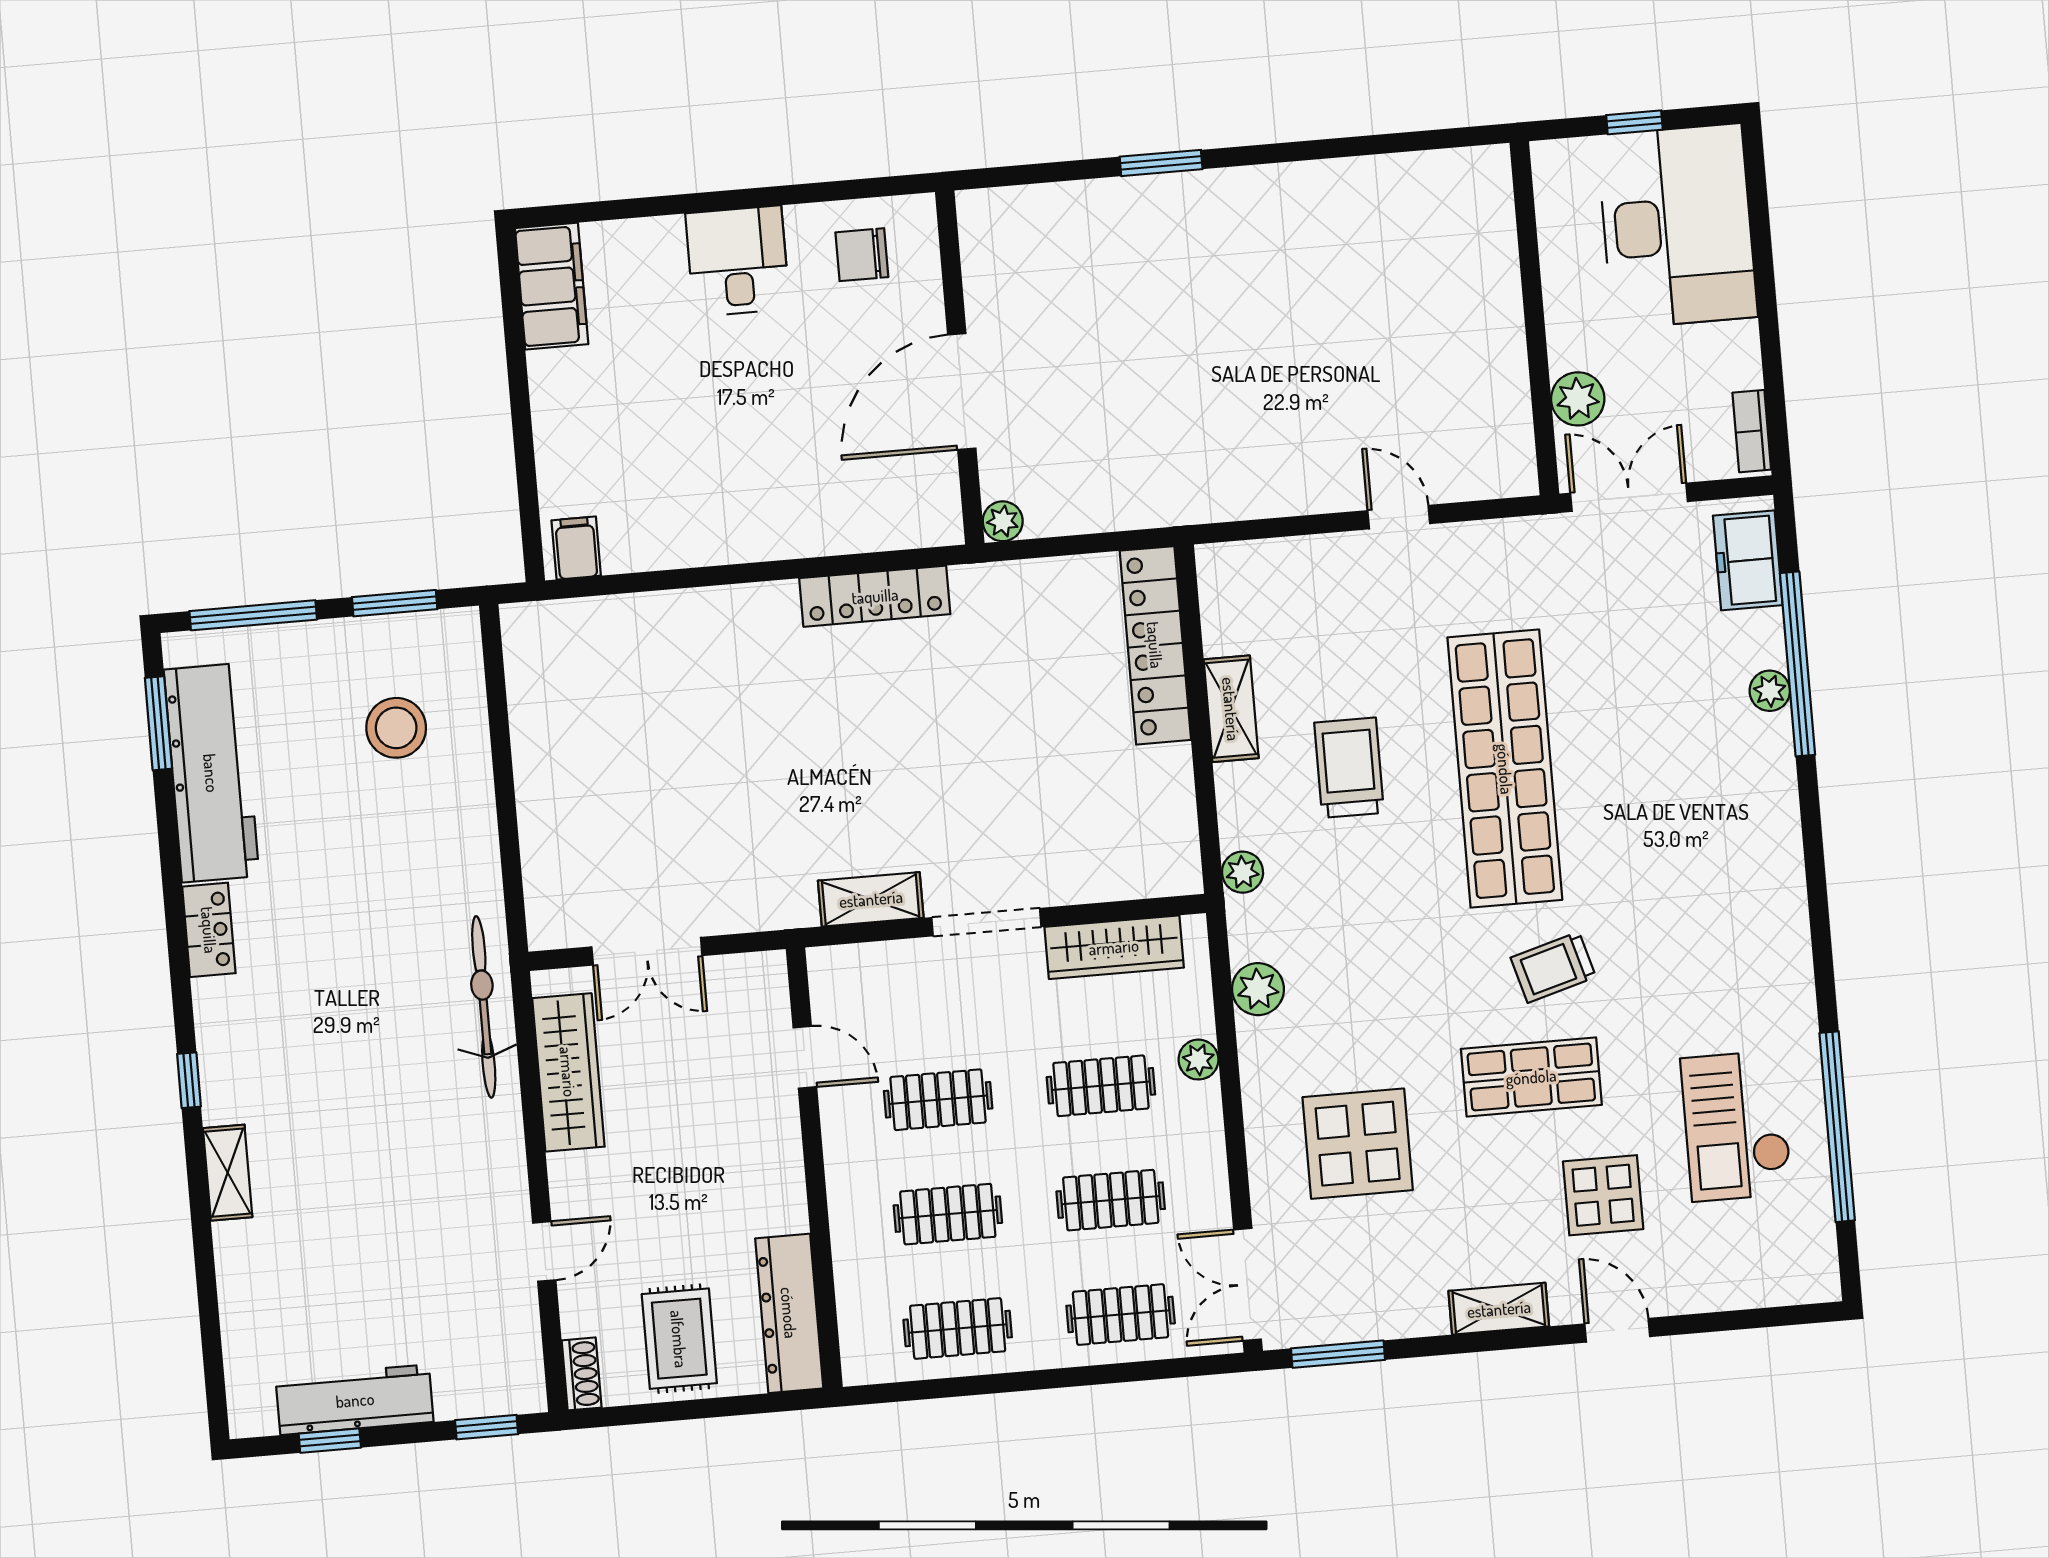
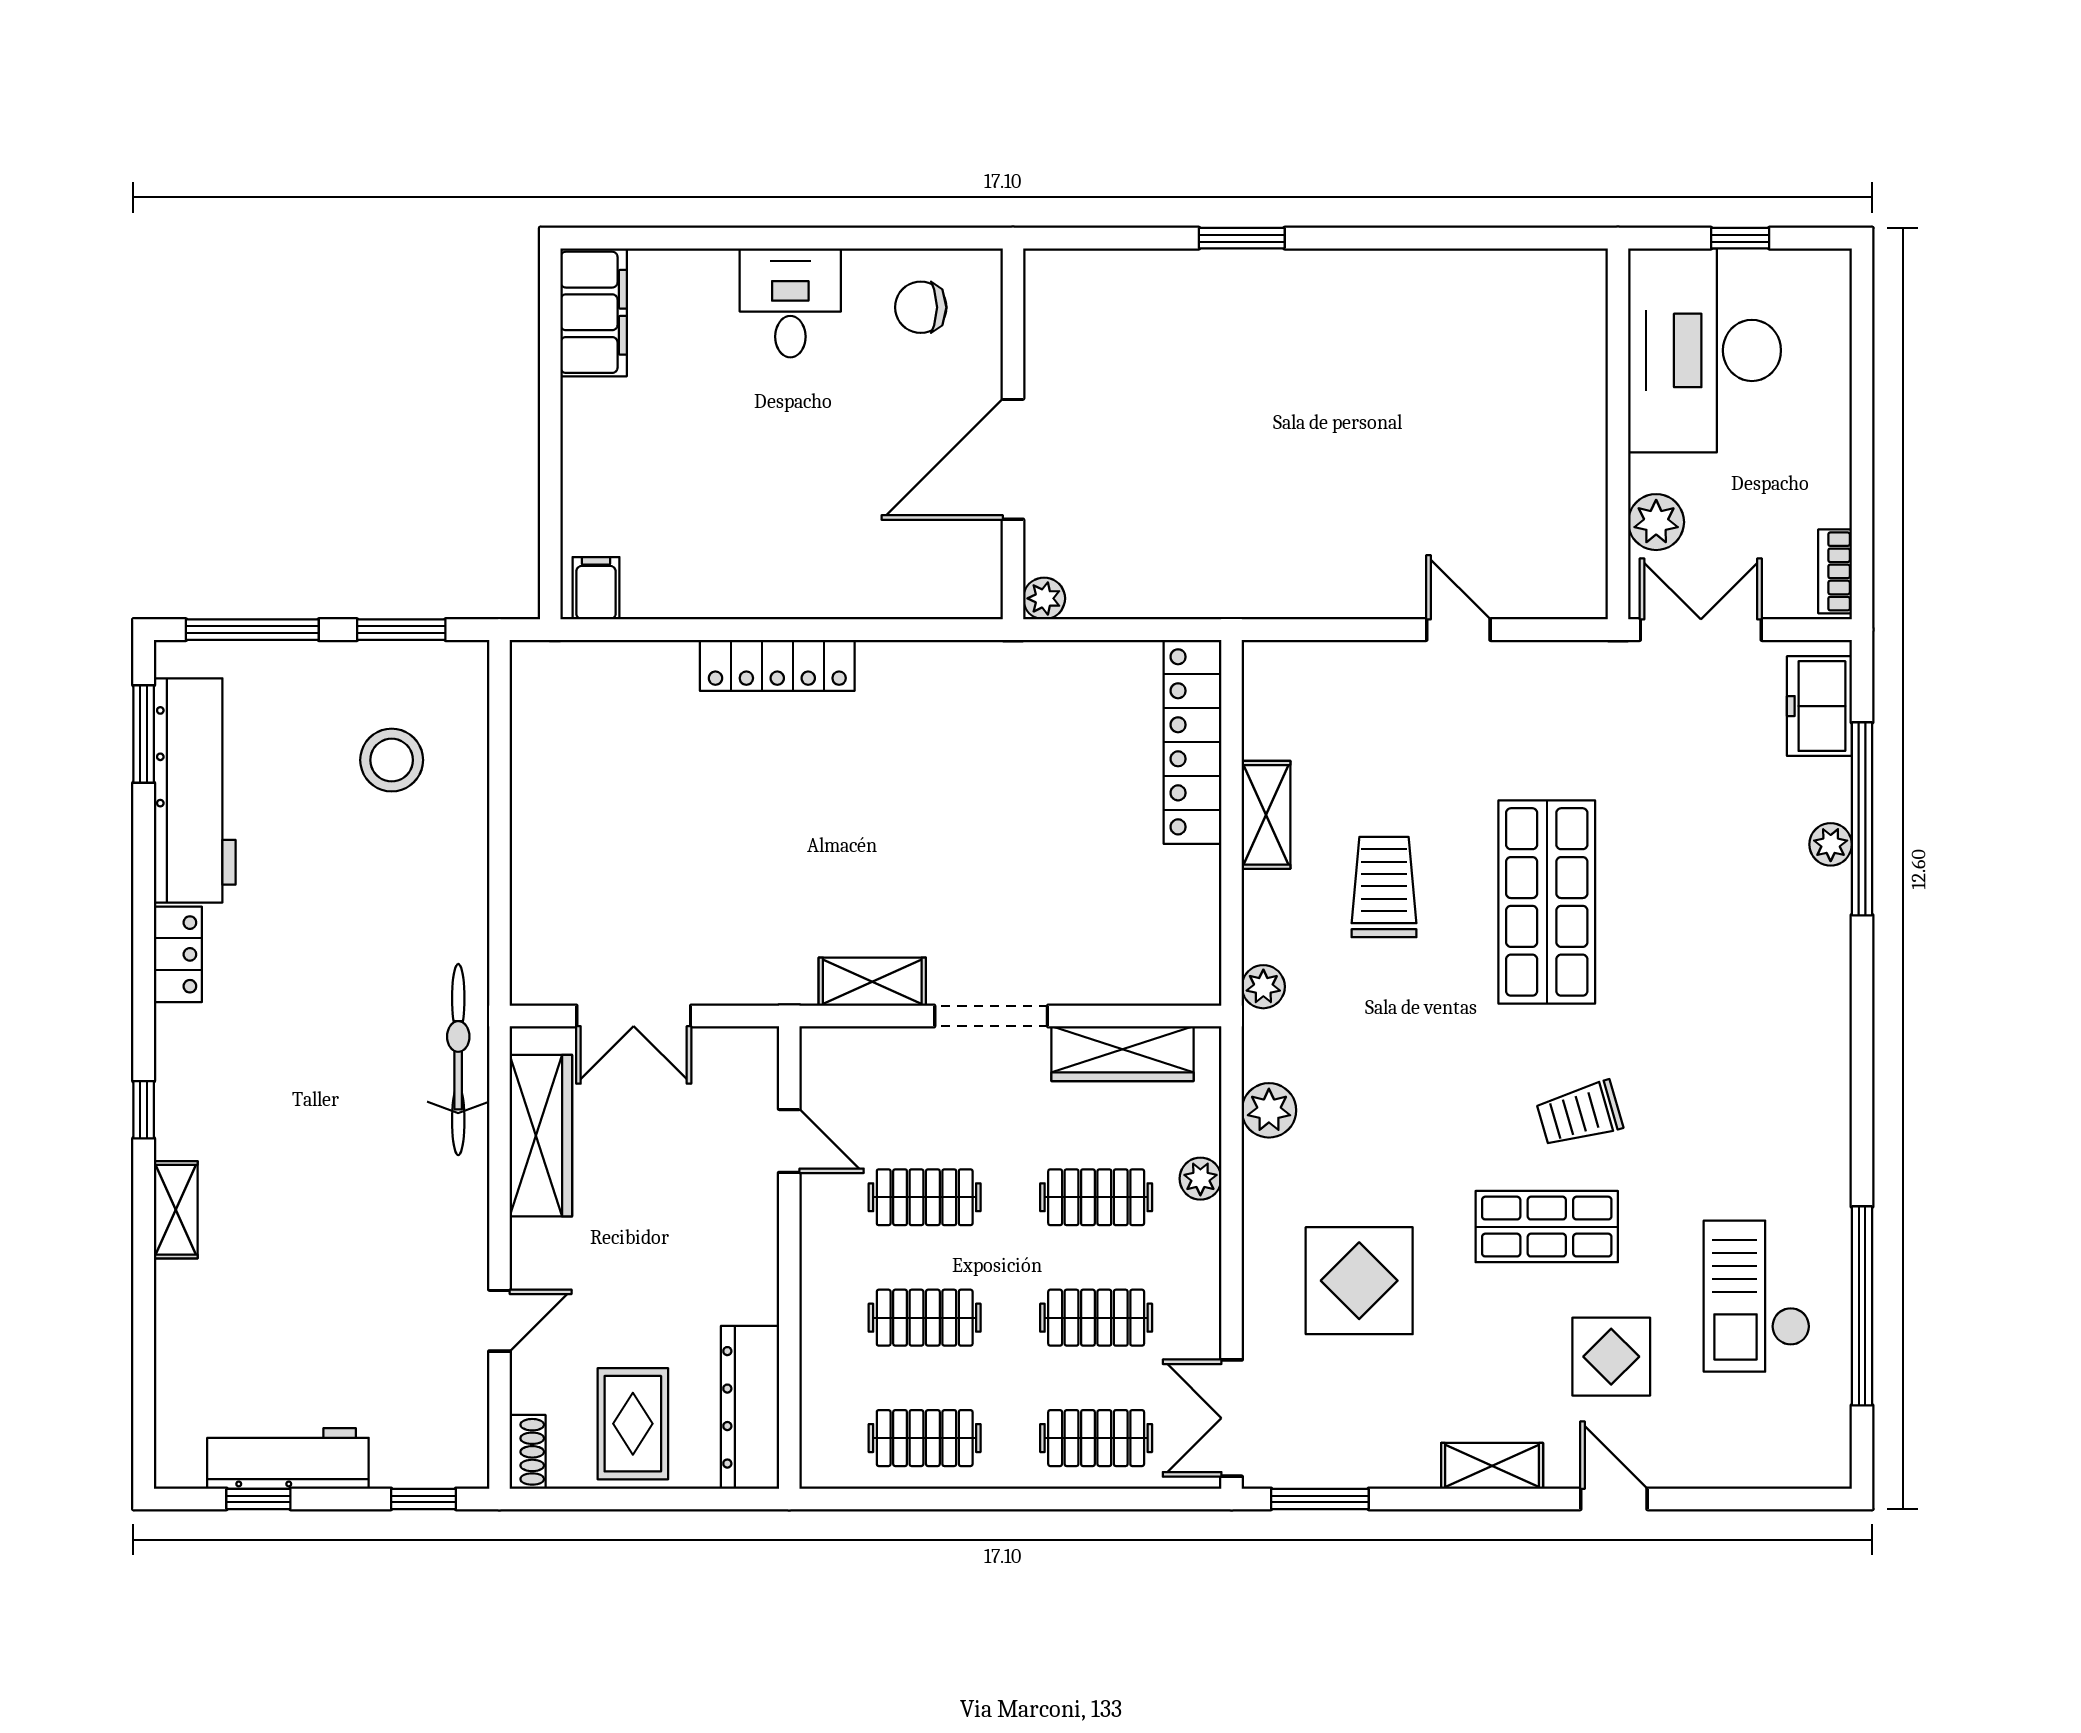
desk: (1677, 226) -> (1705, 350), moved, turned 180
locker: (875, 596) -> (777, 665), moved
shop shelf: (1505, 769) -> (1547, 902), width x0.71

